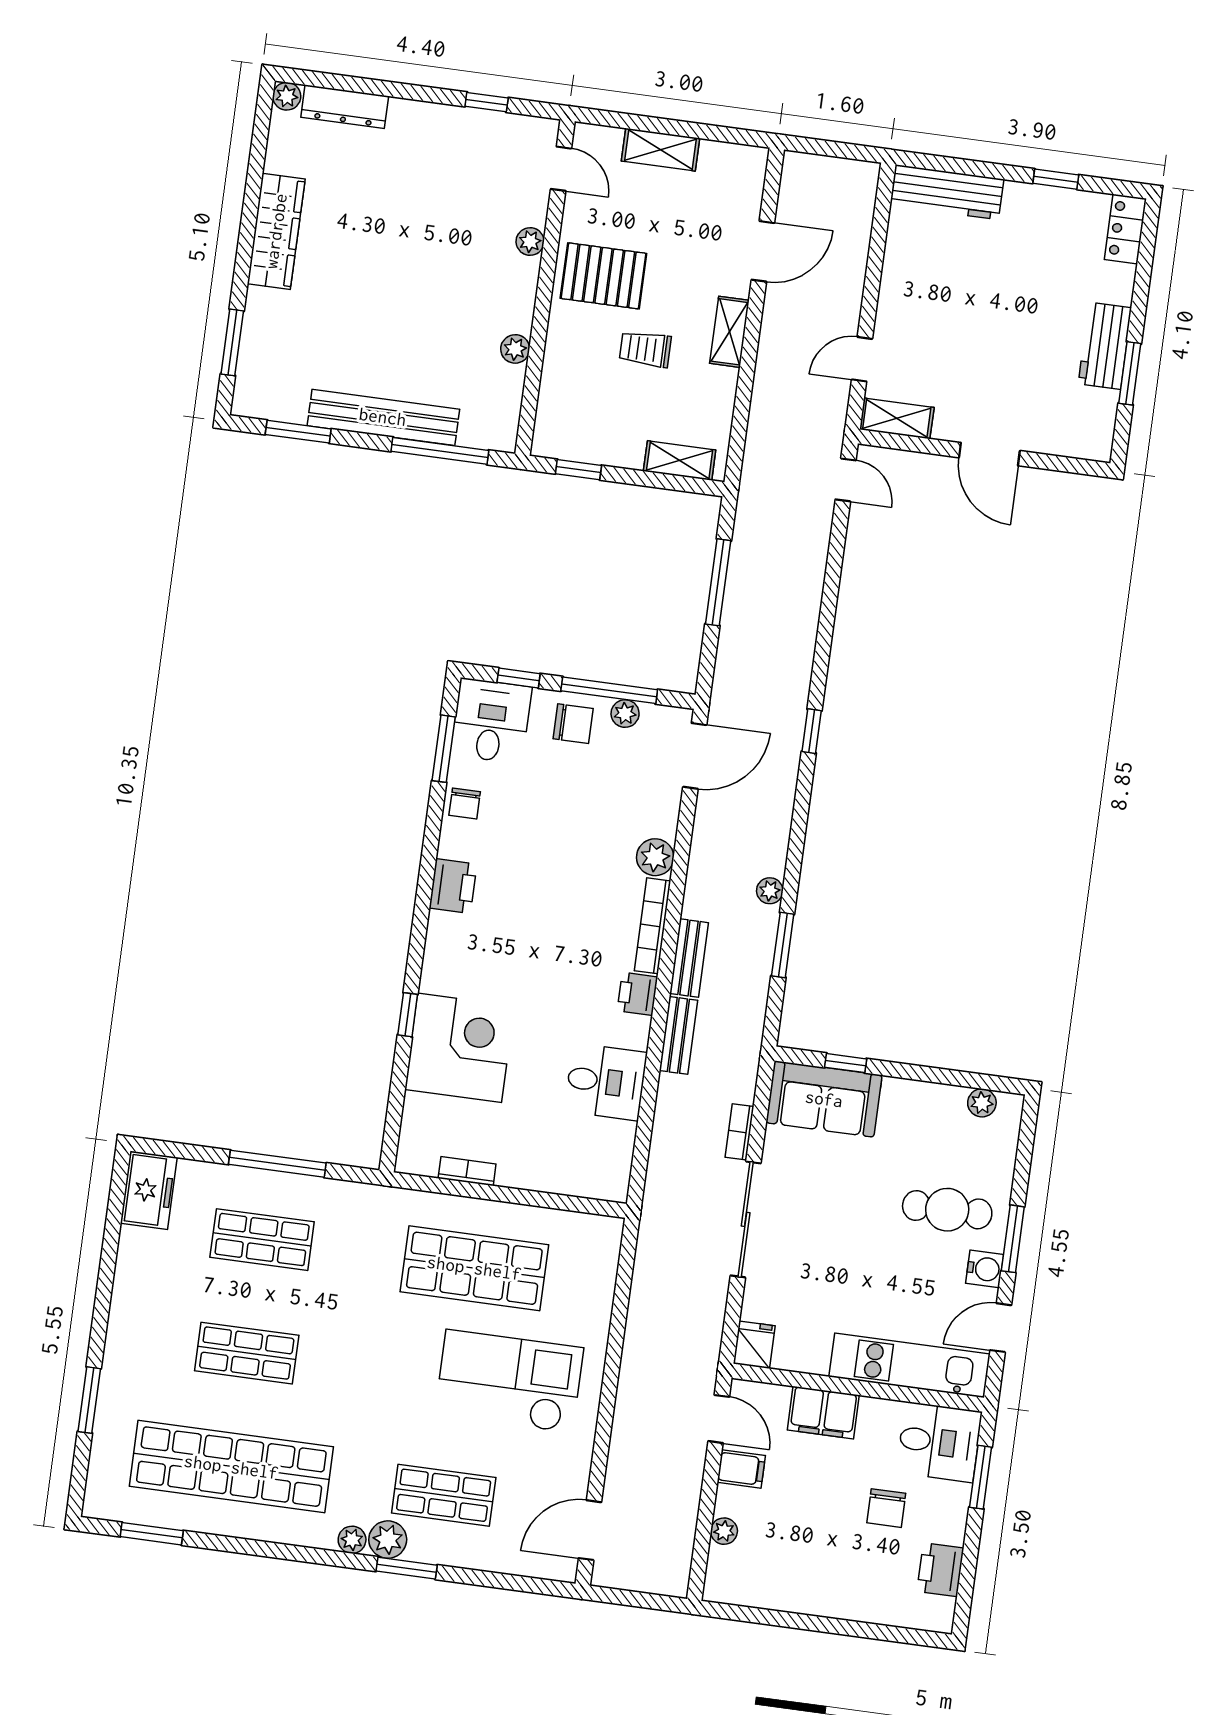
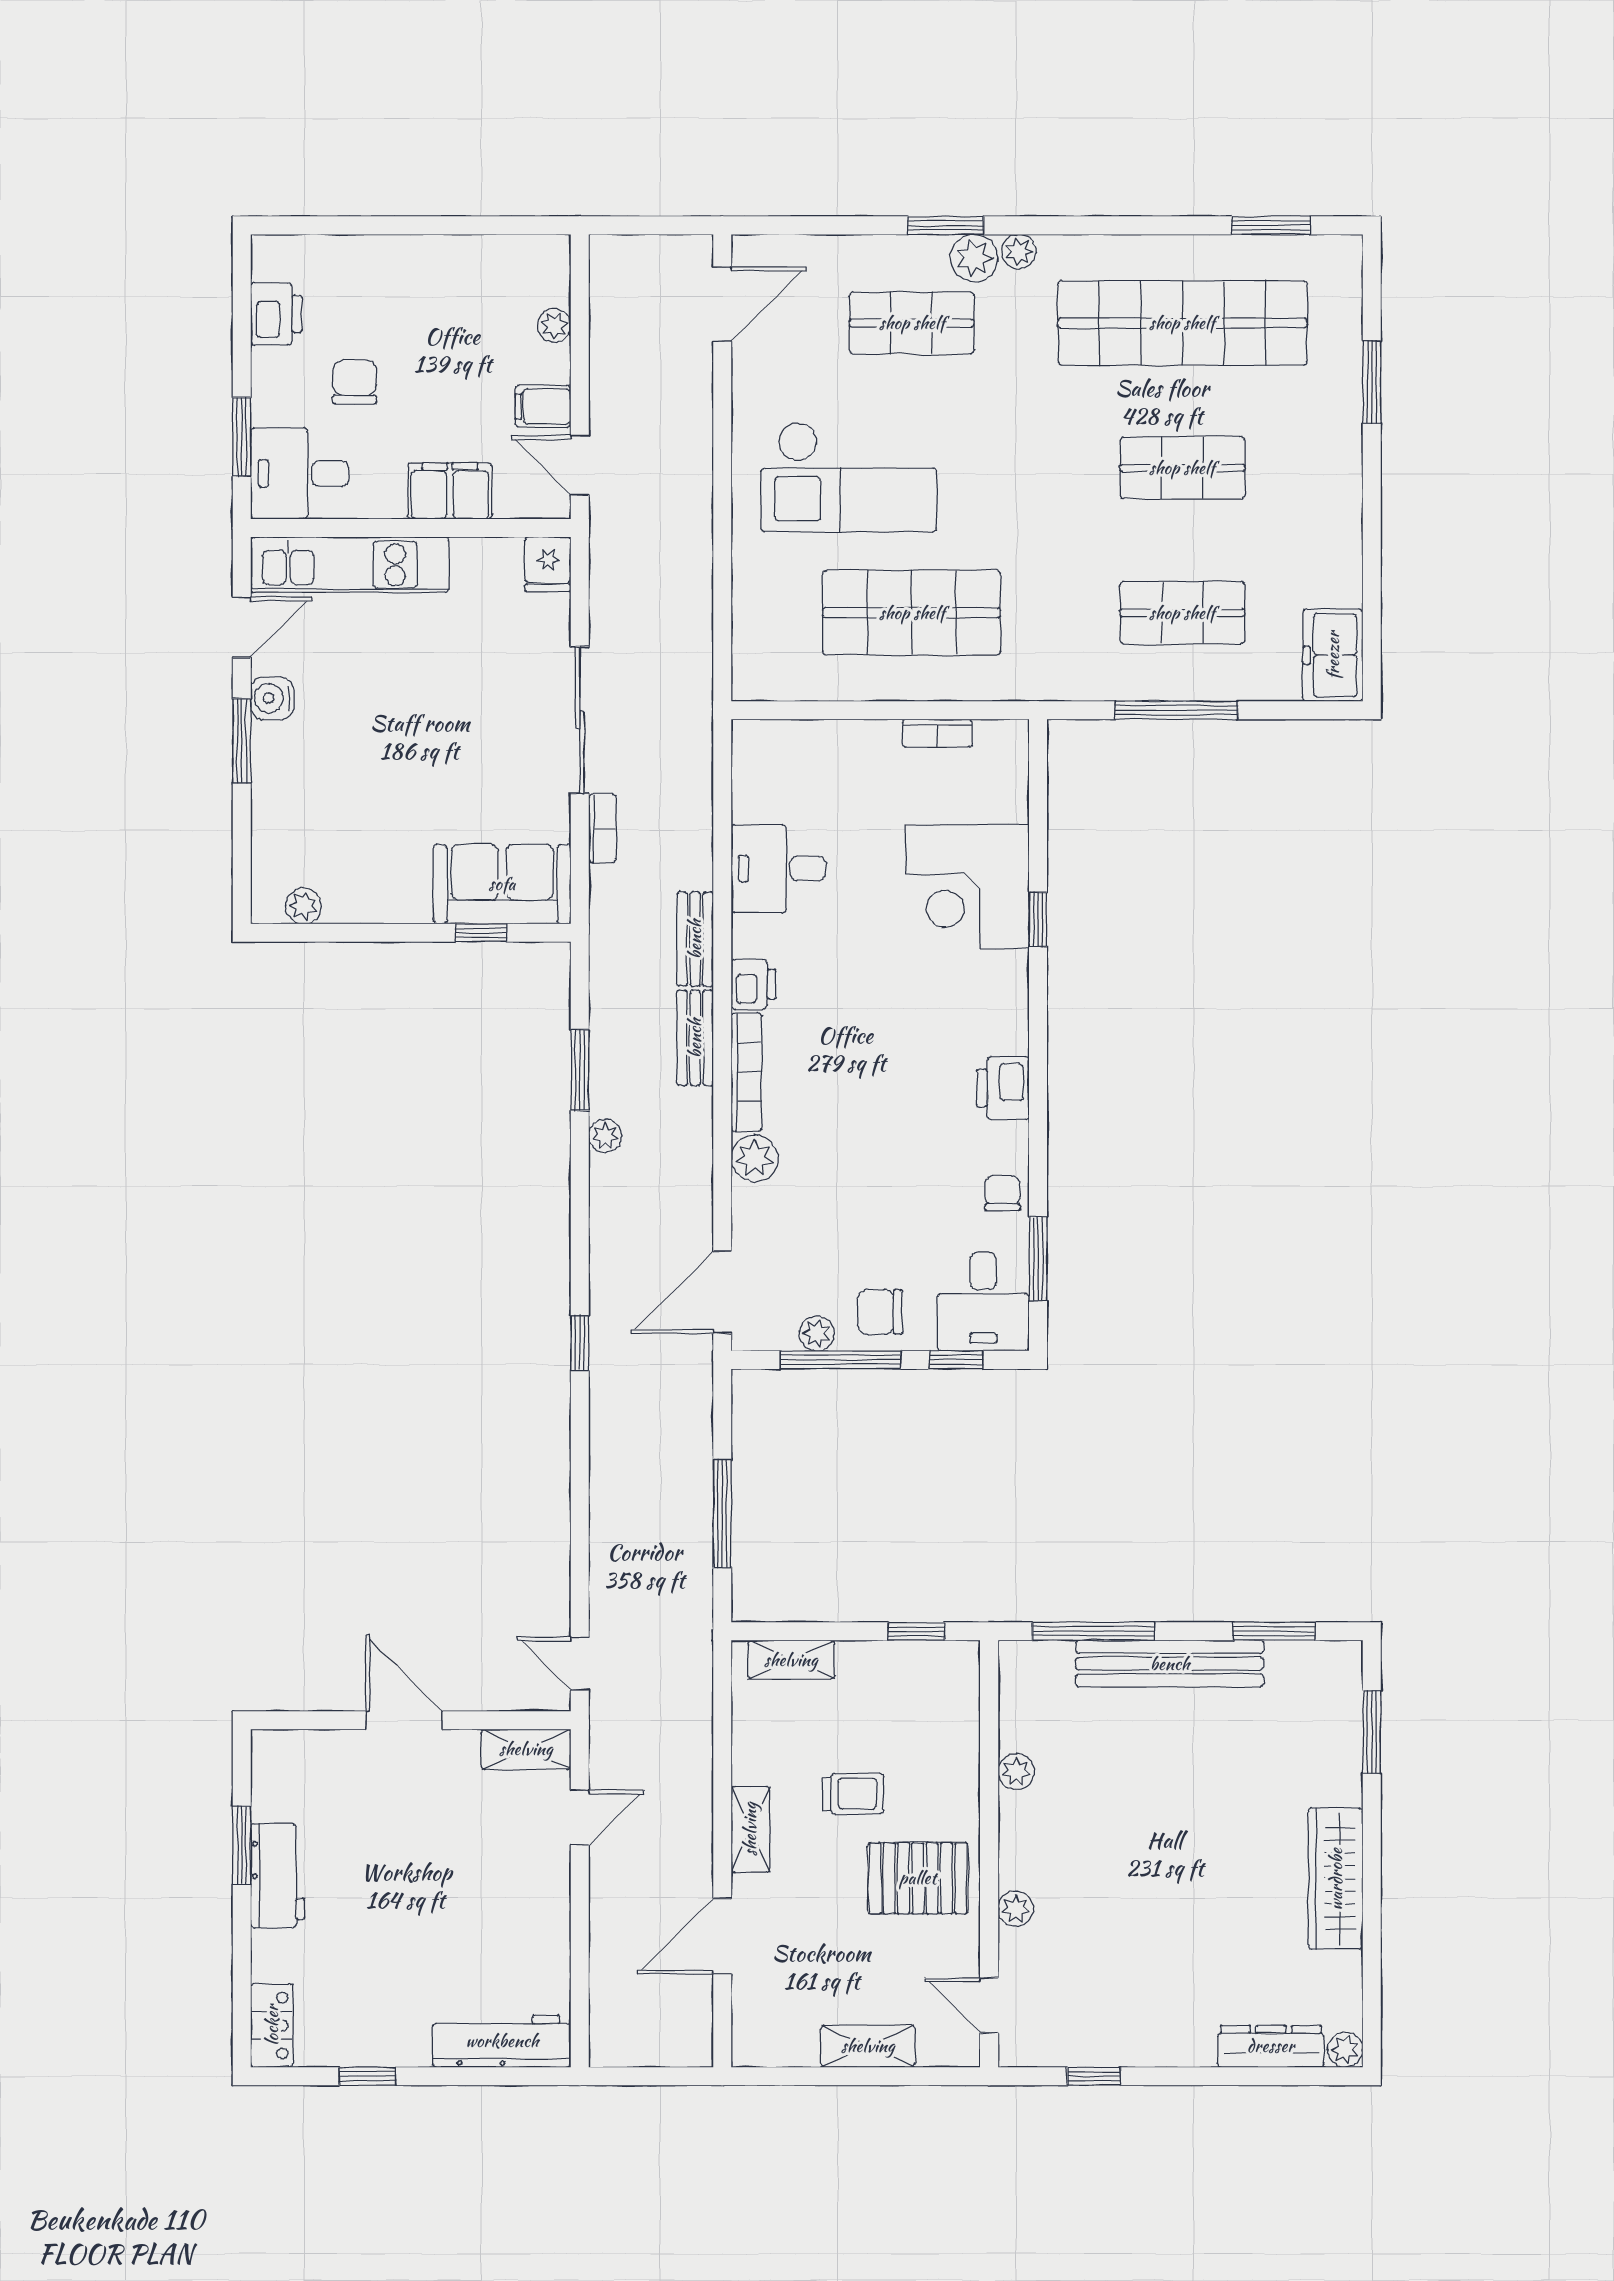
cafe table: (947, 1210) -> (329, 766), removed

